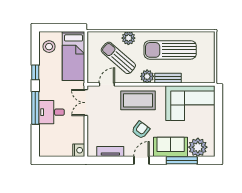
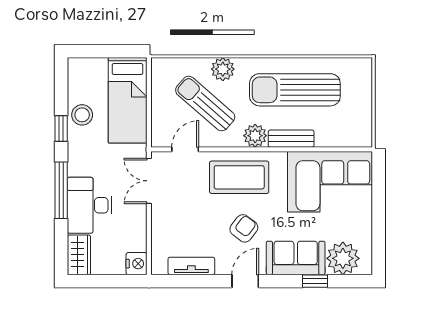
stool: (49, 47) -> (82, 115), moved
desk: (52, 112) -> (89, 205), width x1.37
wardrobe: (45, 145) -> (79, 255), added
window: (182, 160) -> (315, 281), width x0.46

